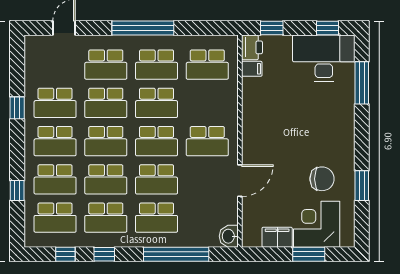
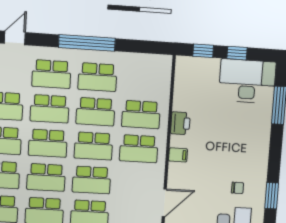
window: (328, 28) -> (237, 53), moved
printer: (252, 47) -> (180, 123), moved
school desk: (207, 65) -> (141, 115), moved
filing cabinet: (252, 69) -> (178, 155), moved
chair: (322, 179) -> (237, 188), width x0.54, depth x0.54
door: (240, 181) -> (164, 203), moved

